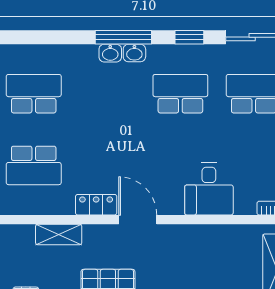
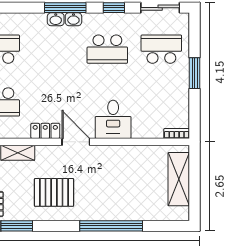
school desk: (180, 94) -> (107, 49), turned 180
desk: (209, 189) -> (113, 119), moved

